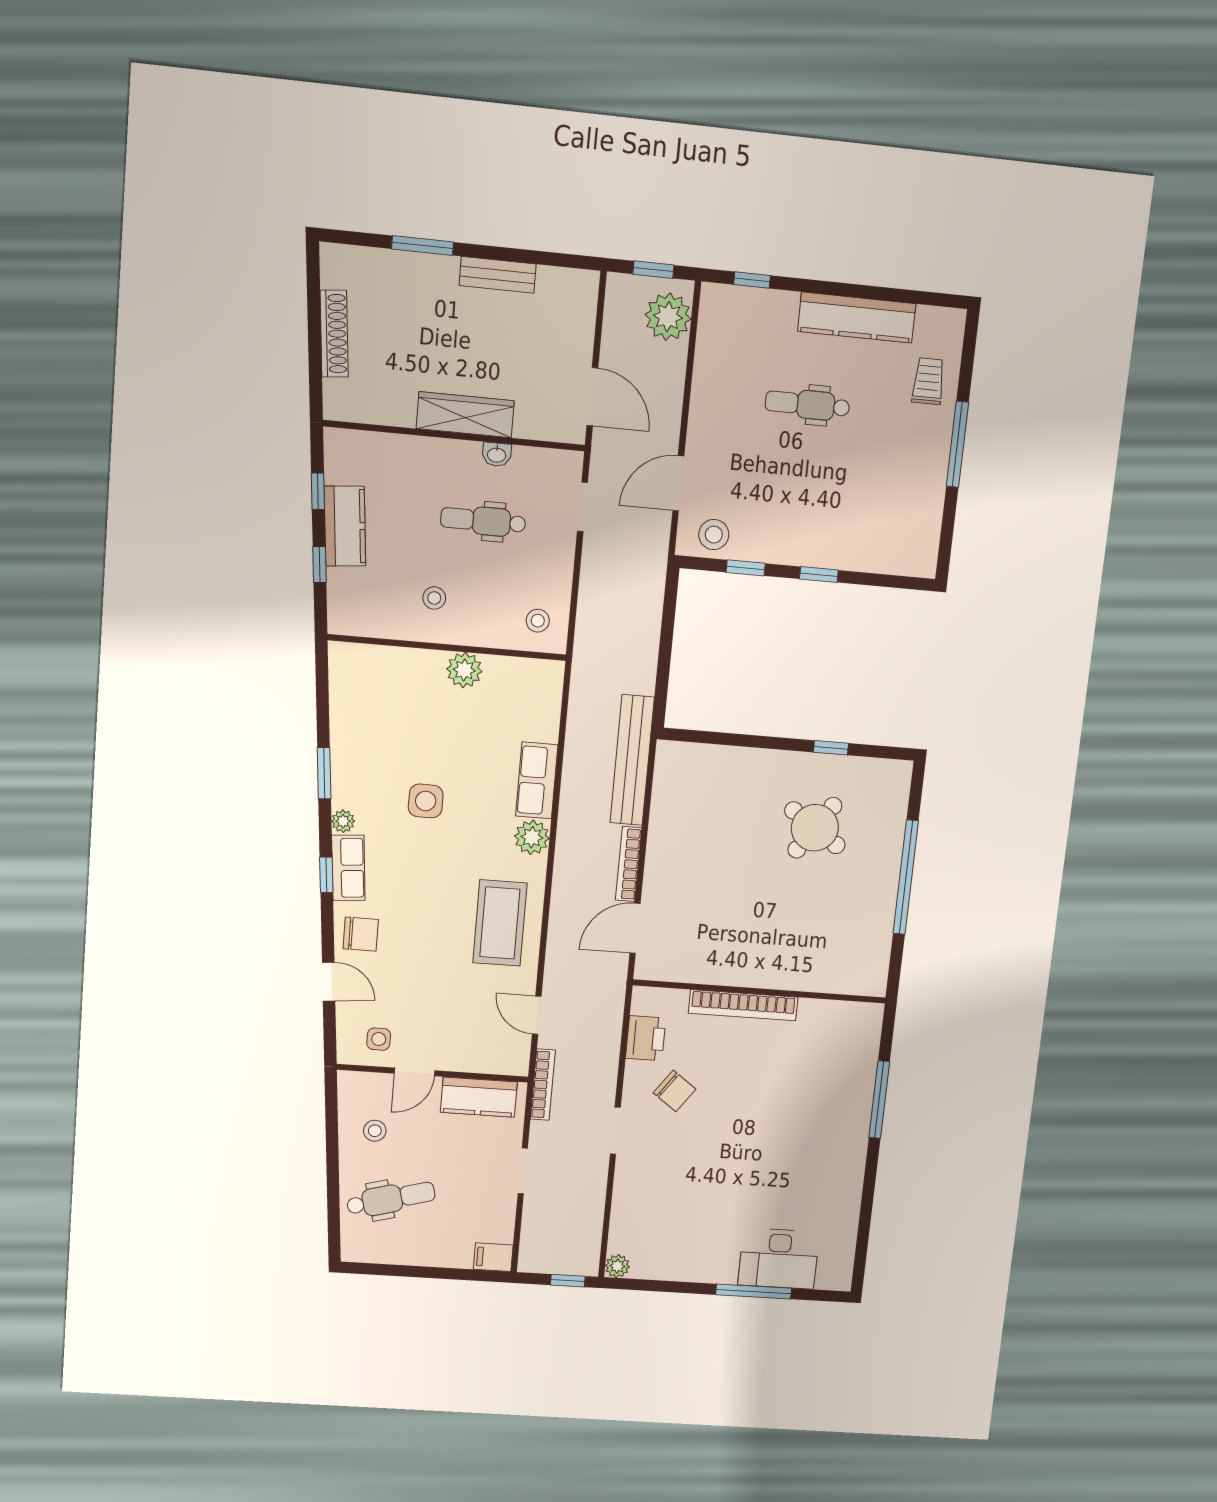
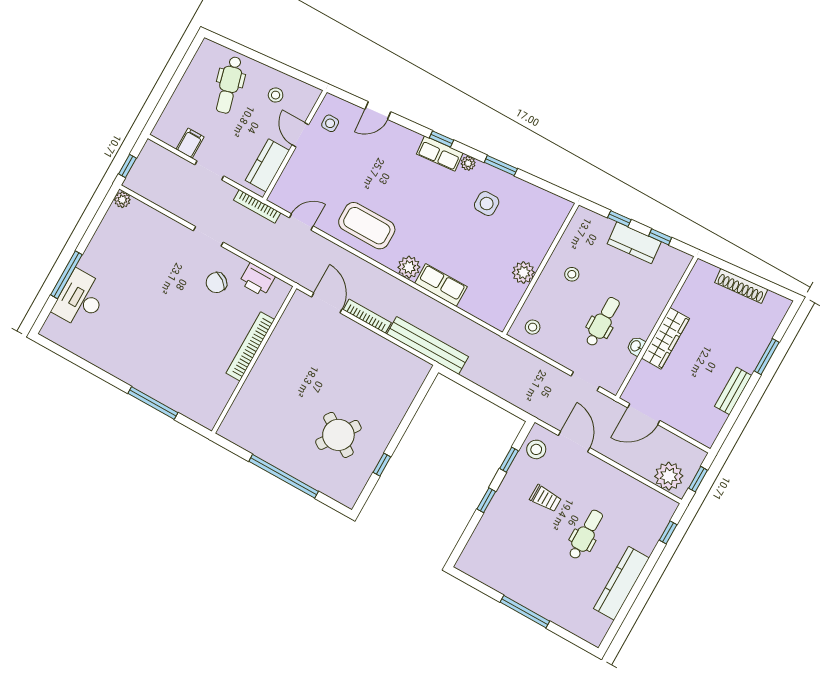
trolley: (928, 381) -> (546, 498), moved
side table: (426, 801) -> (487, 204), moved
chair: (361, 934) -> (398, 142), removed
filing cabinet: (493, 1257) -> (190, 143), moved

